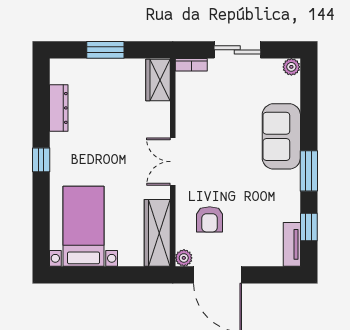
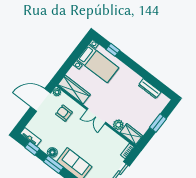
plant: (159, 114) -> (118, 125), added
window: (41, 160) -> (113, 50), moved
double door: (173, 162) -> (96, 116), swing flipped
floor lamp: (290, 188) -> (52, 152), added

